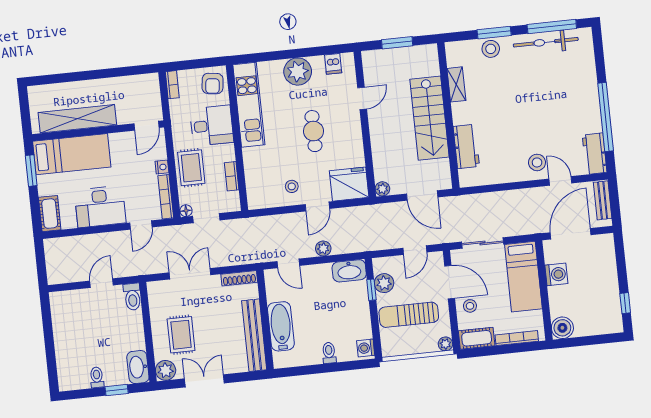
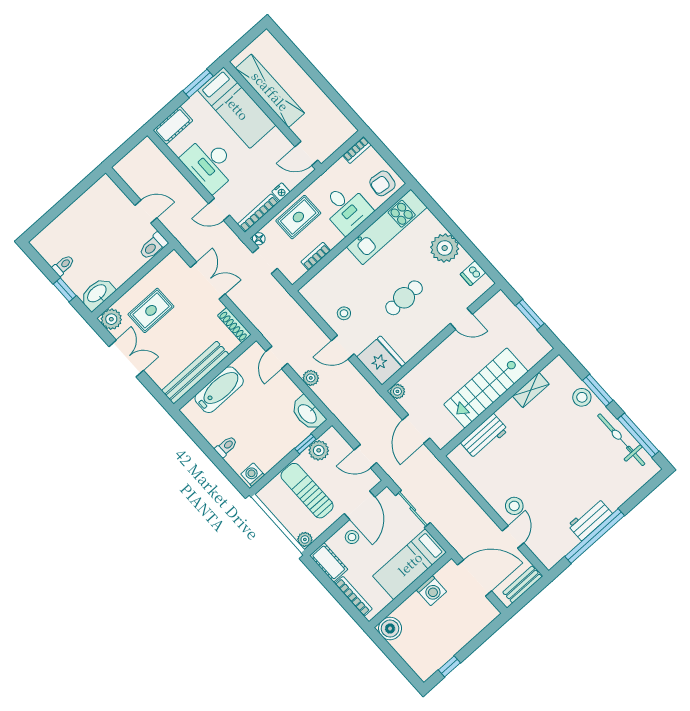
workbench: (595, 154) -> (590, 519), moved

